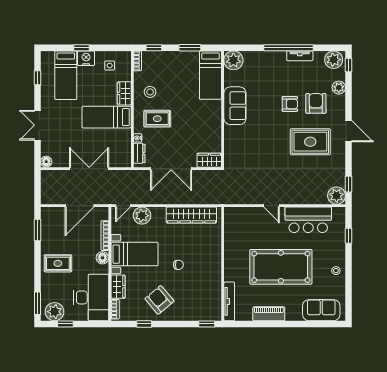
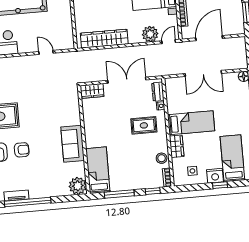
window: (190, 48) -> (119, 194), width x1.44
stool: (150, 92) -> (162, 158), moved
armchair: (290, 104) -> (22, 150), turned 180
door: (271, 206) -> (46, 52), moved

